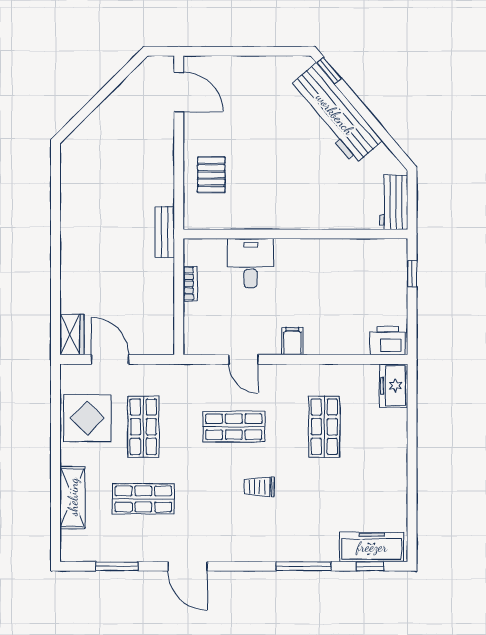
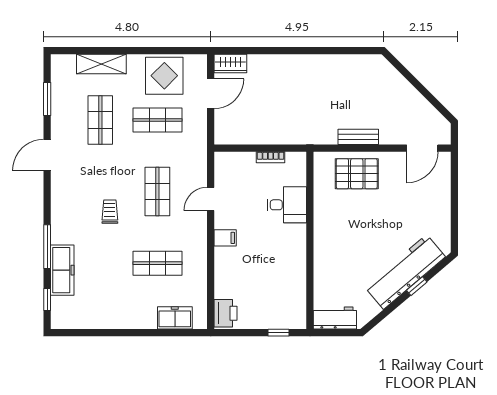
window: (329, 71) -> (417, 286), moved
pallet: (211, 175) -> (357, 174), width x1.50, depth x1.42
bench: (165, 232) -> (358, 137), moved
freezer: (393, 386) -> (175, 318), moved
freezer: (372, 547) -> (62, 270), moved

